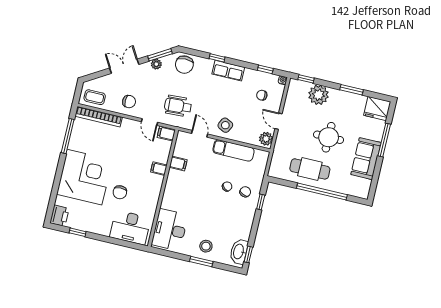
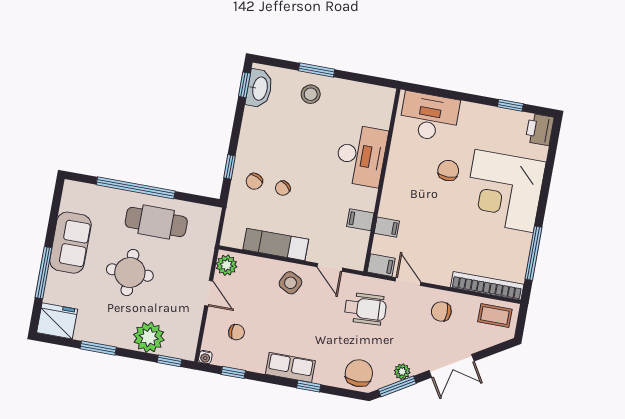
filing cabinet: (159, 169) -> (387, 227), moved
desk: (170, 230) -> (361, 156), moved

